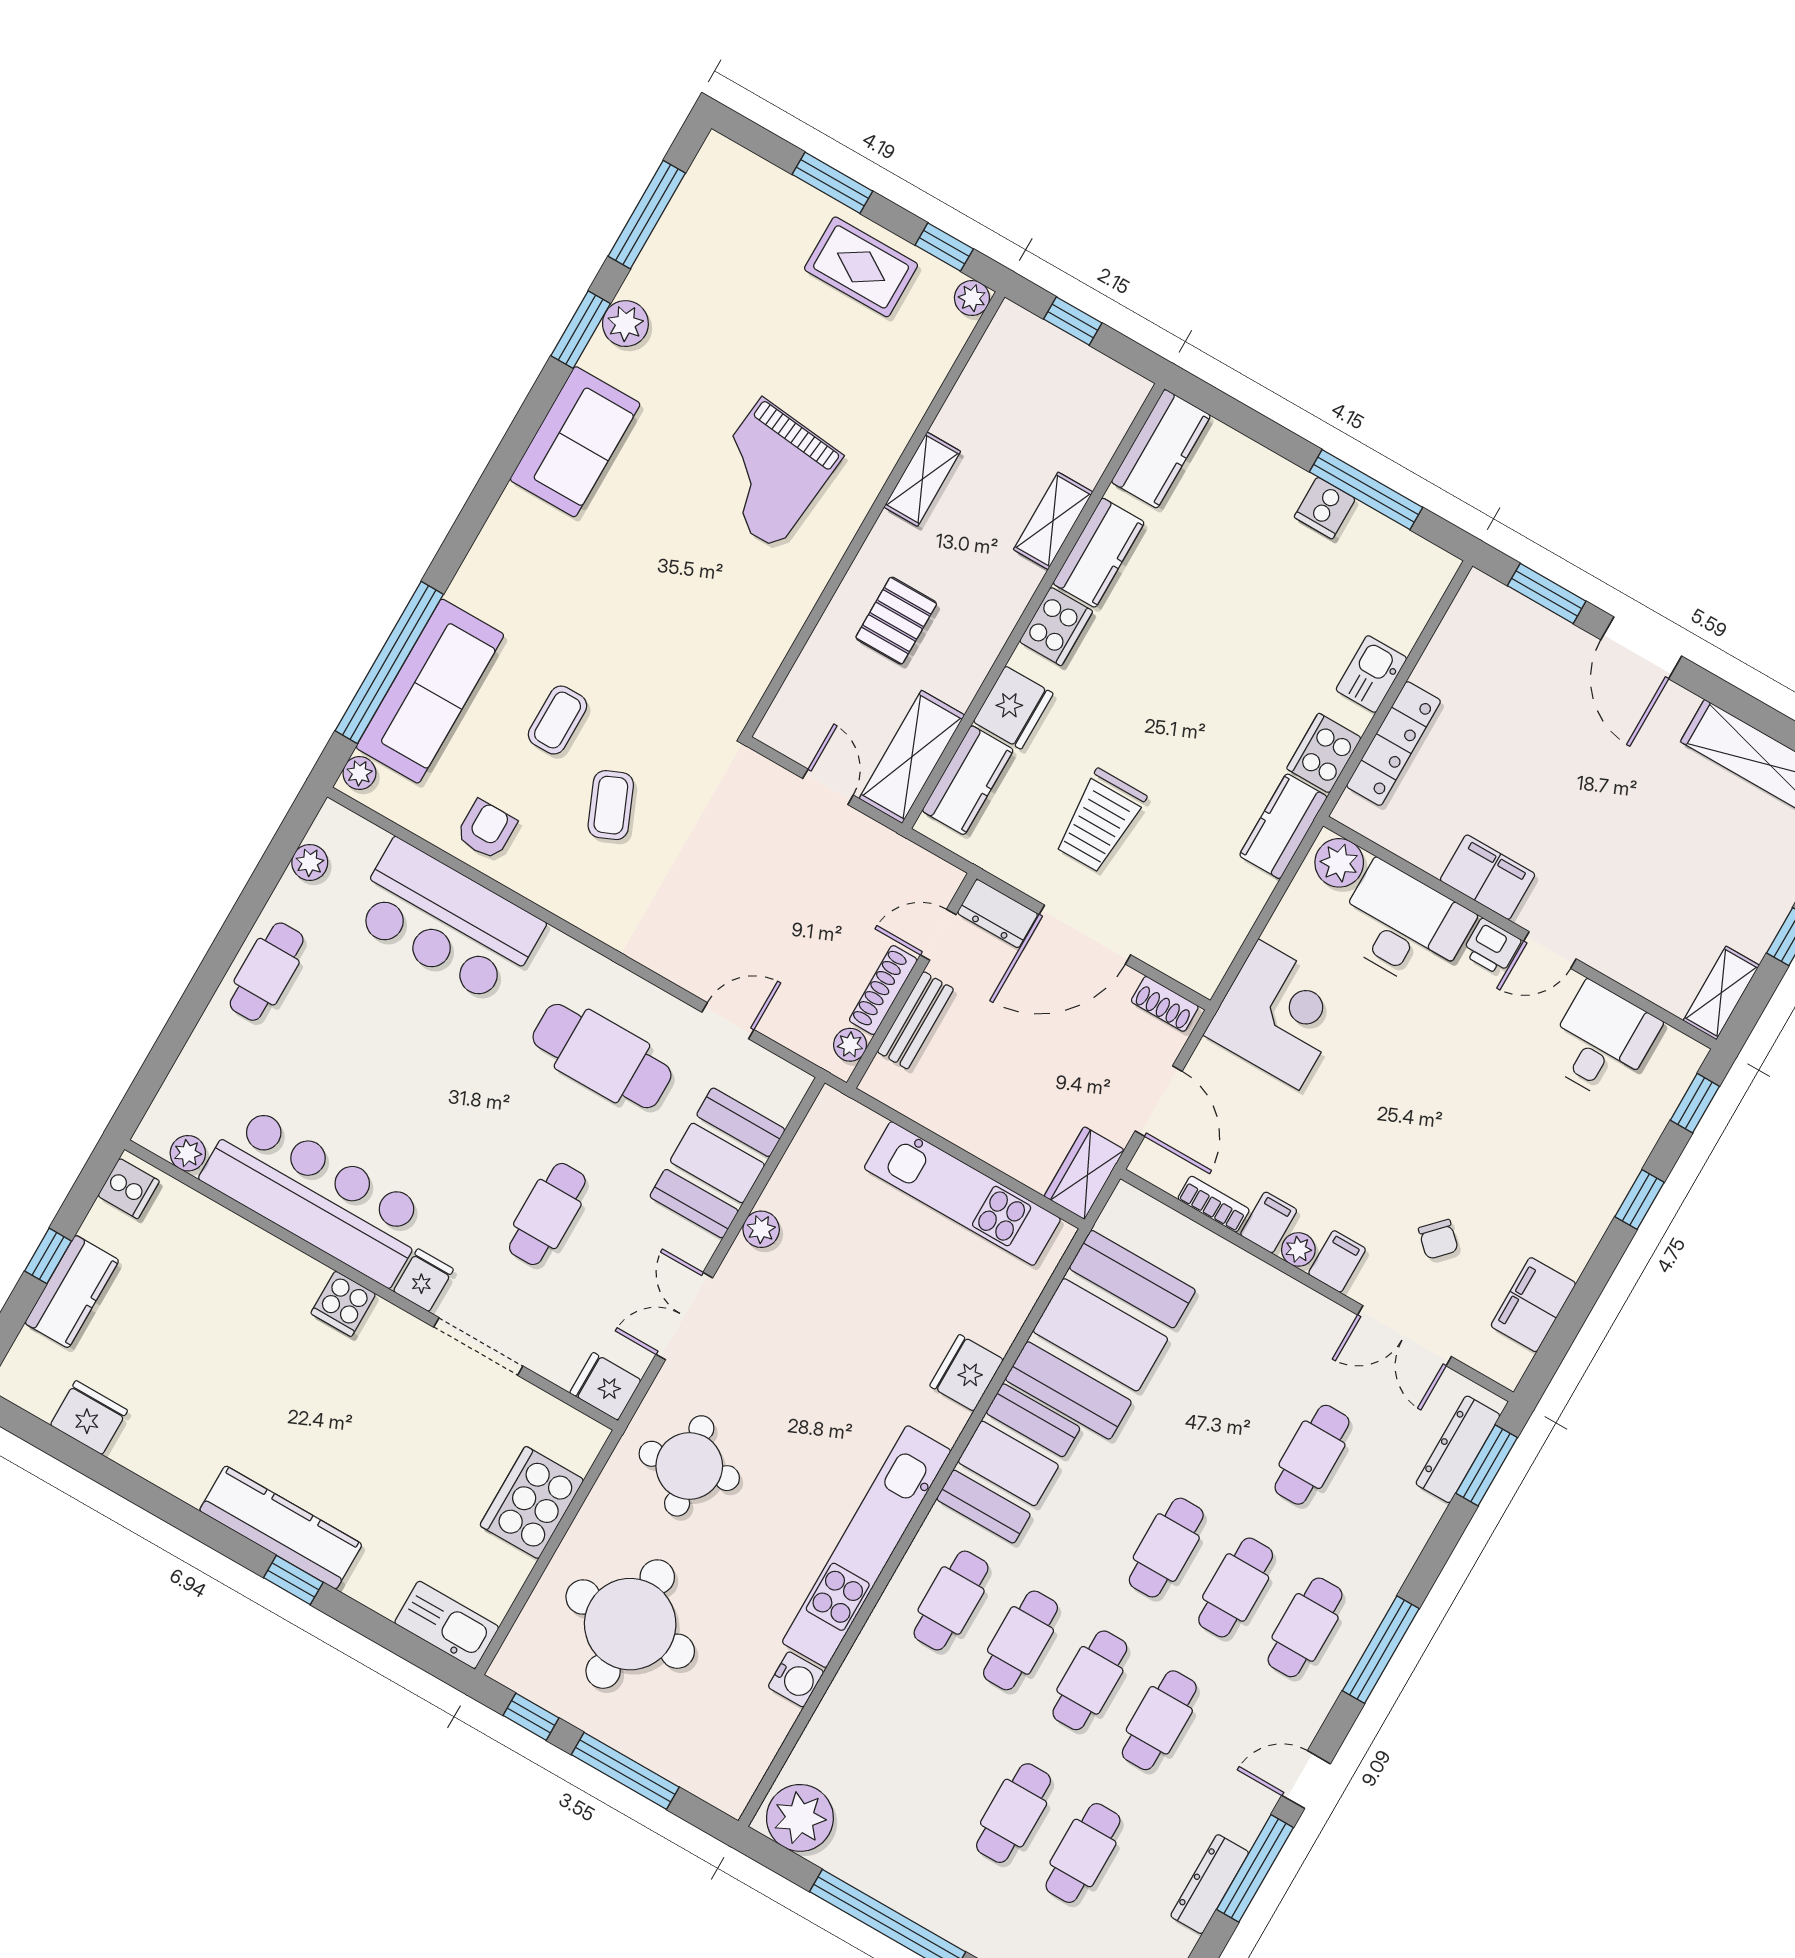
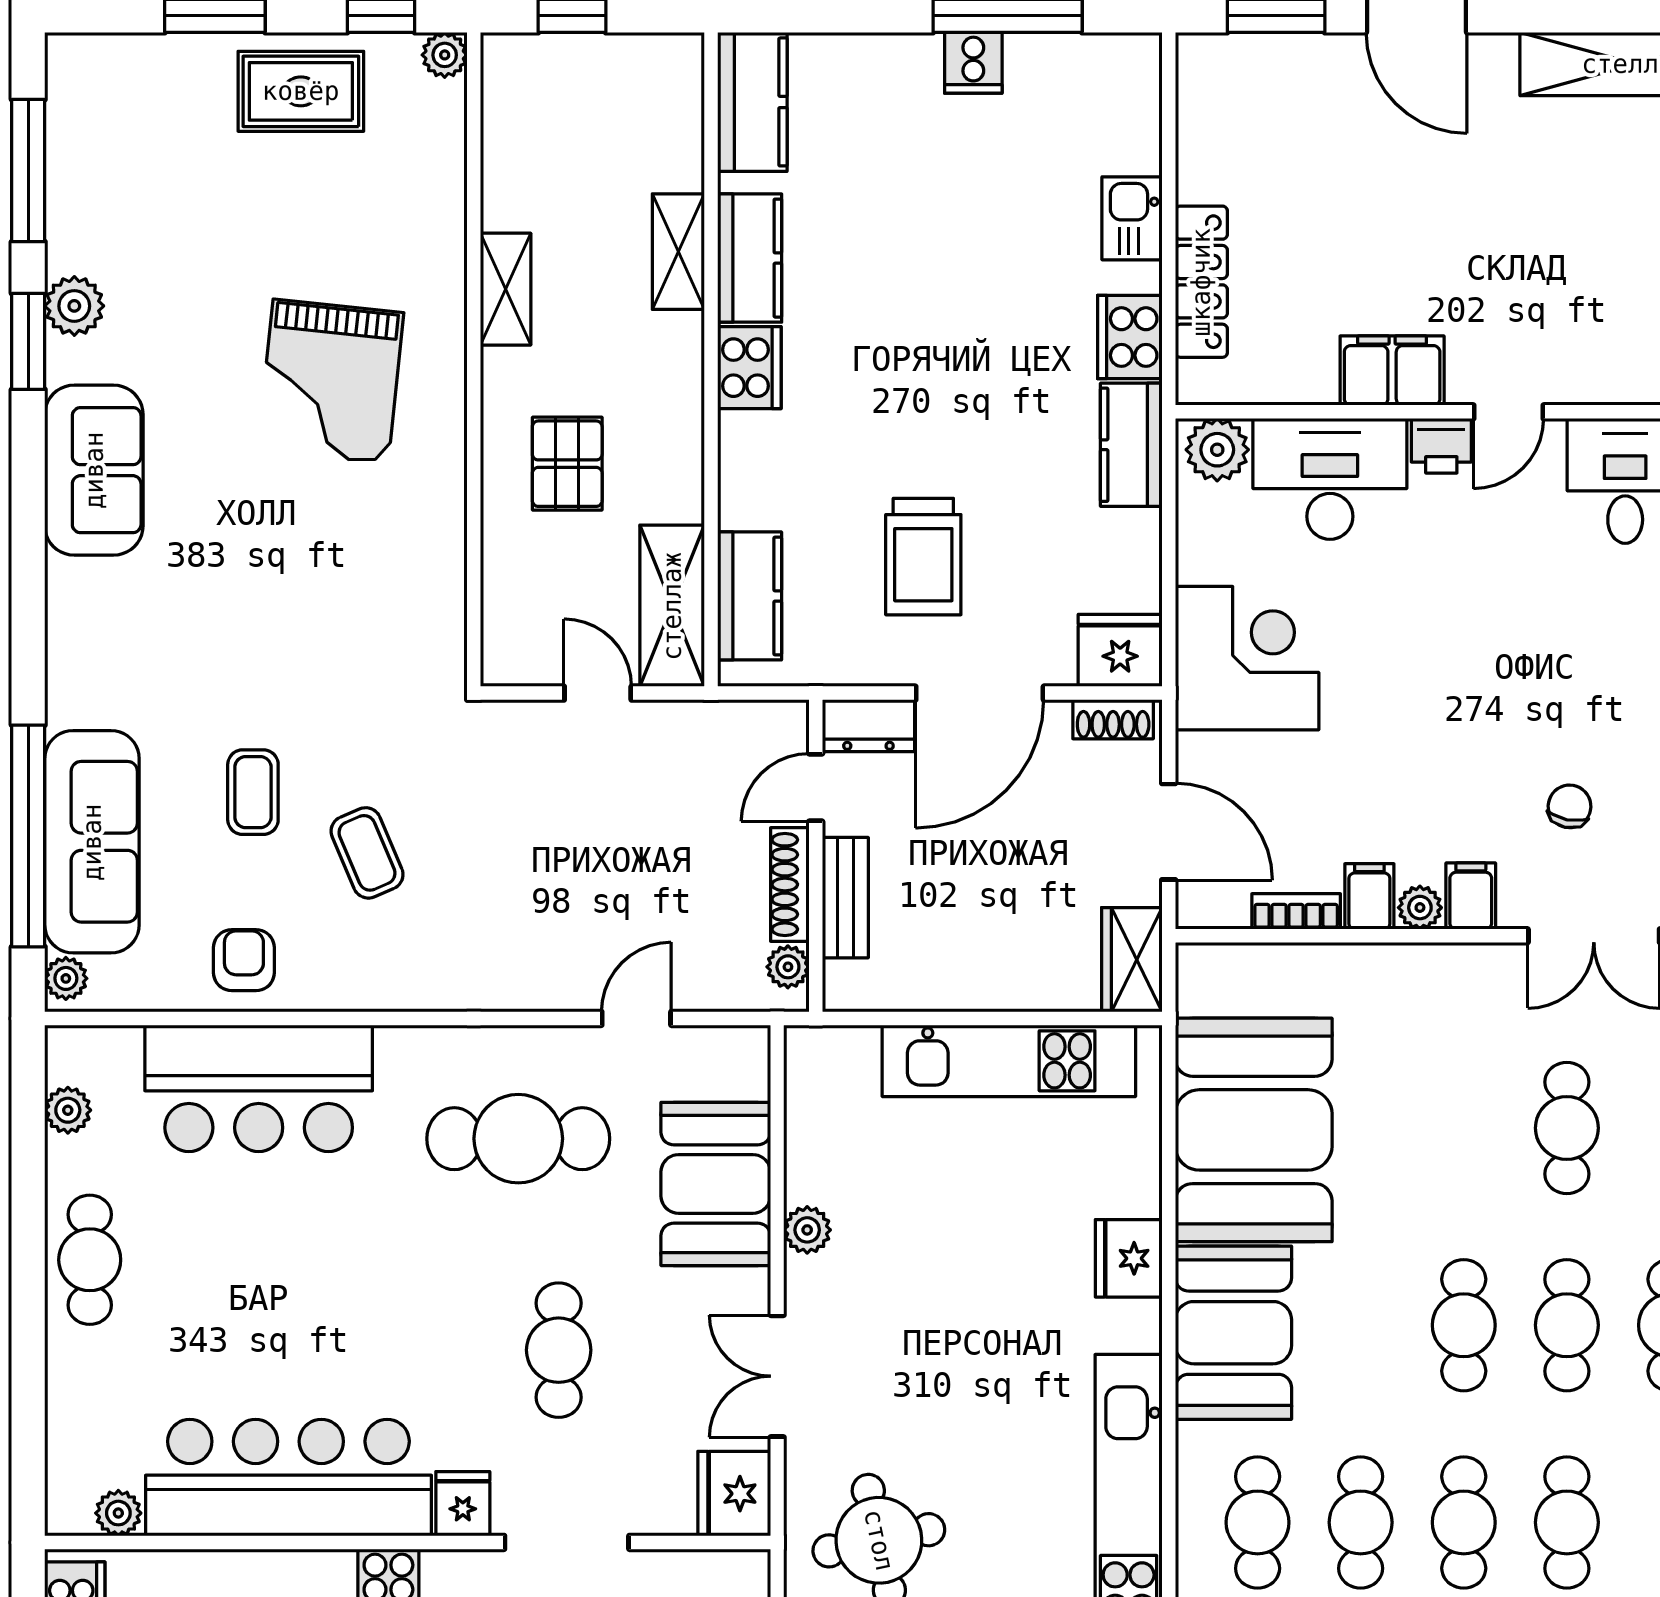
fridge: (1013, 708) -> (1120, 650), moved, turned -90
chair: (1438, 1239) -> (1570, 806), turned -123
fridge: (605, 1386) -> (734, 1494), width x1.38

